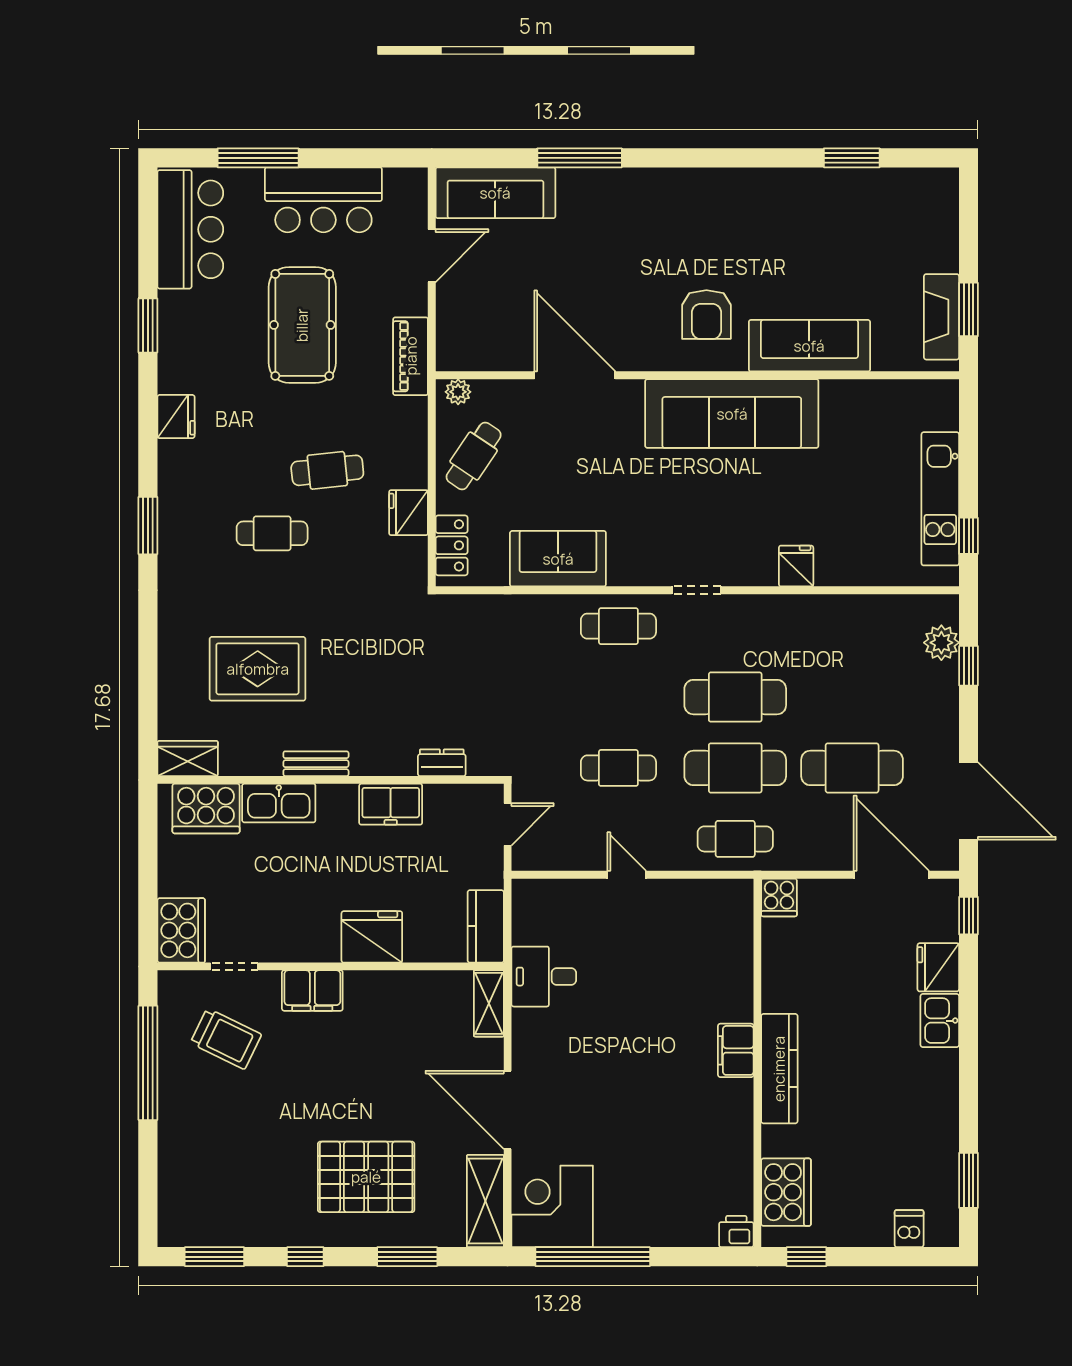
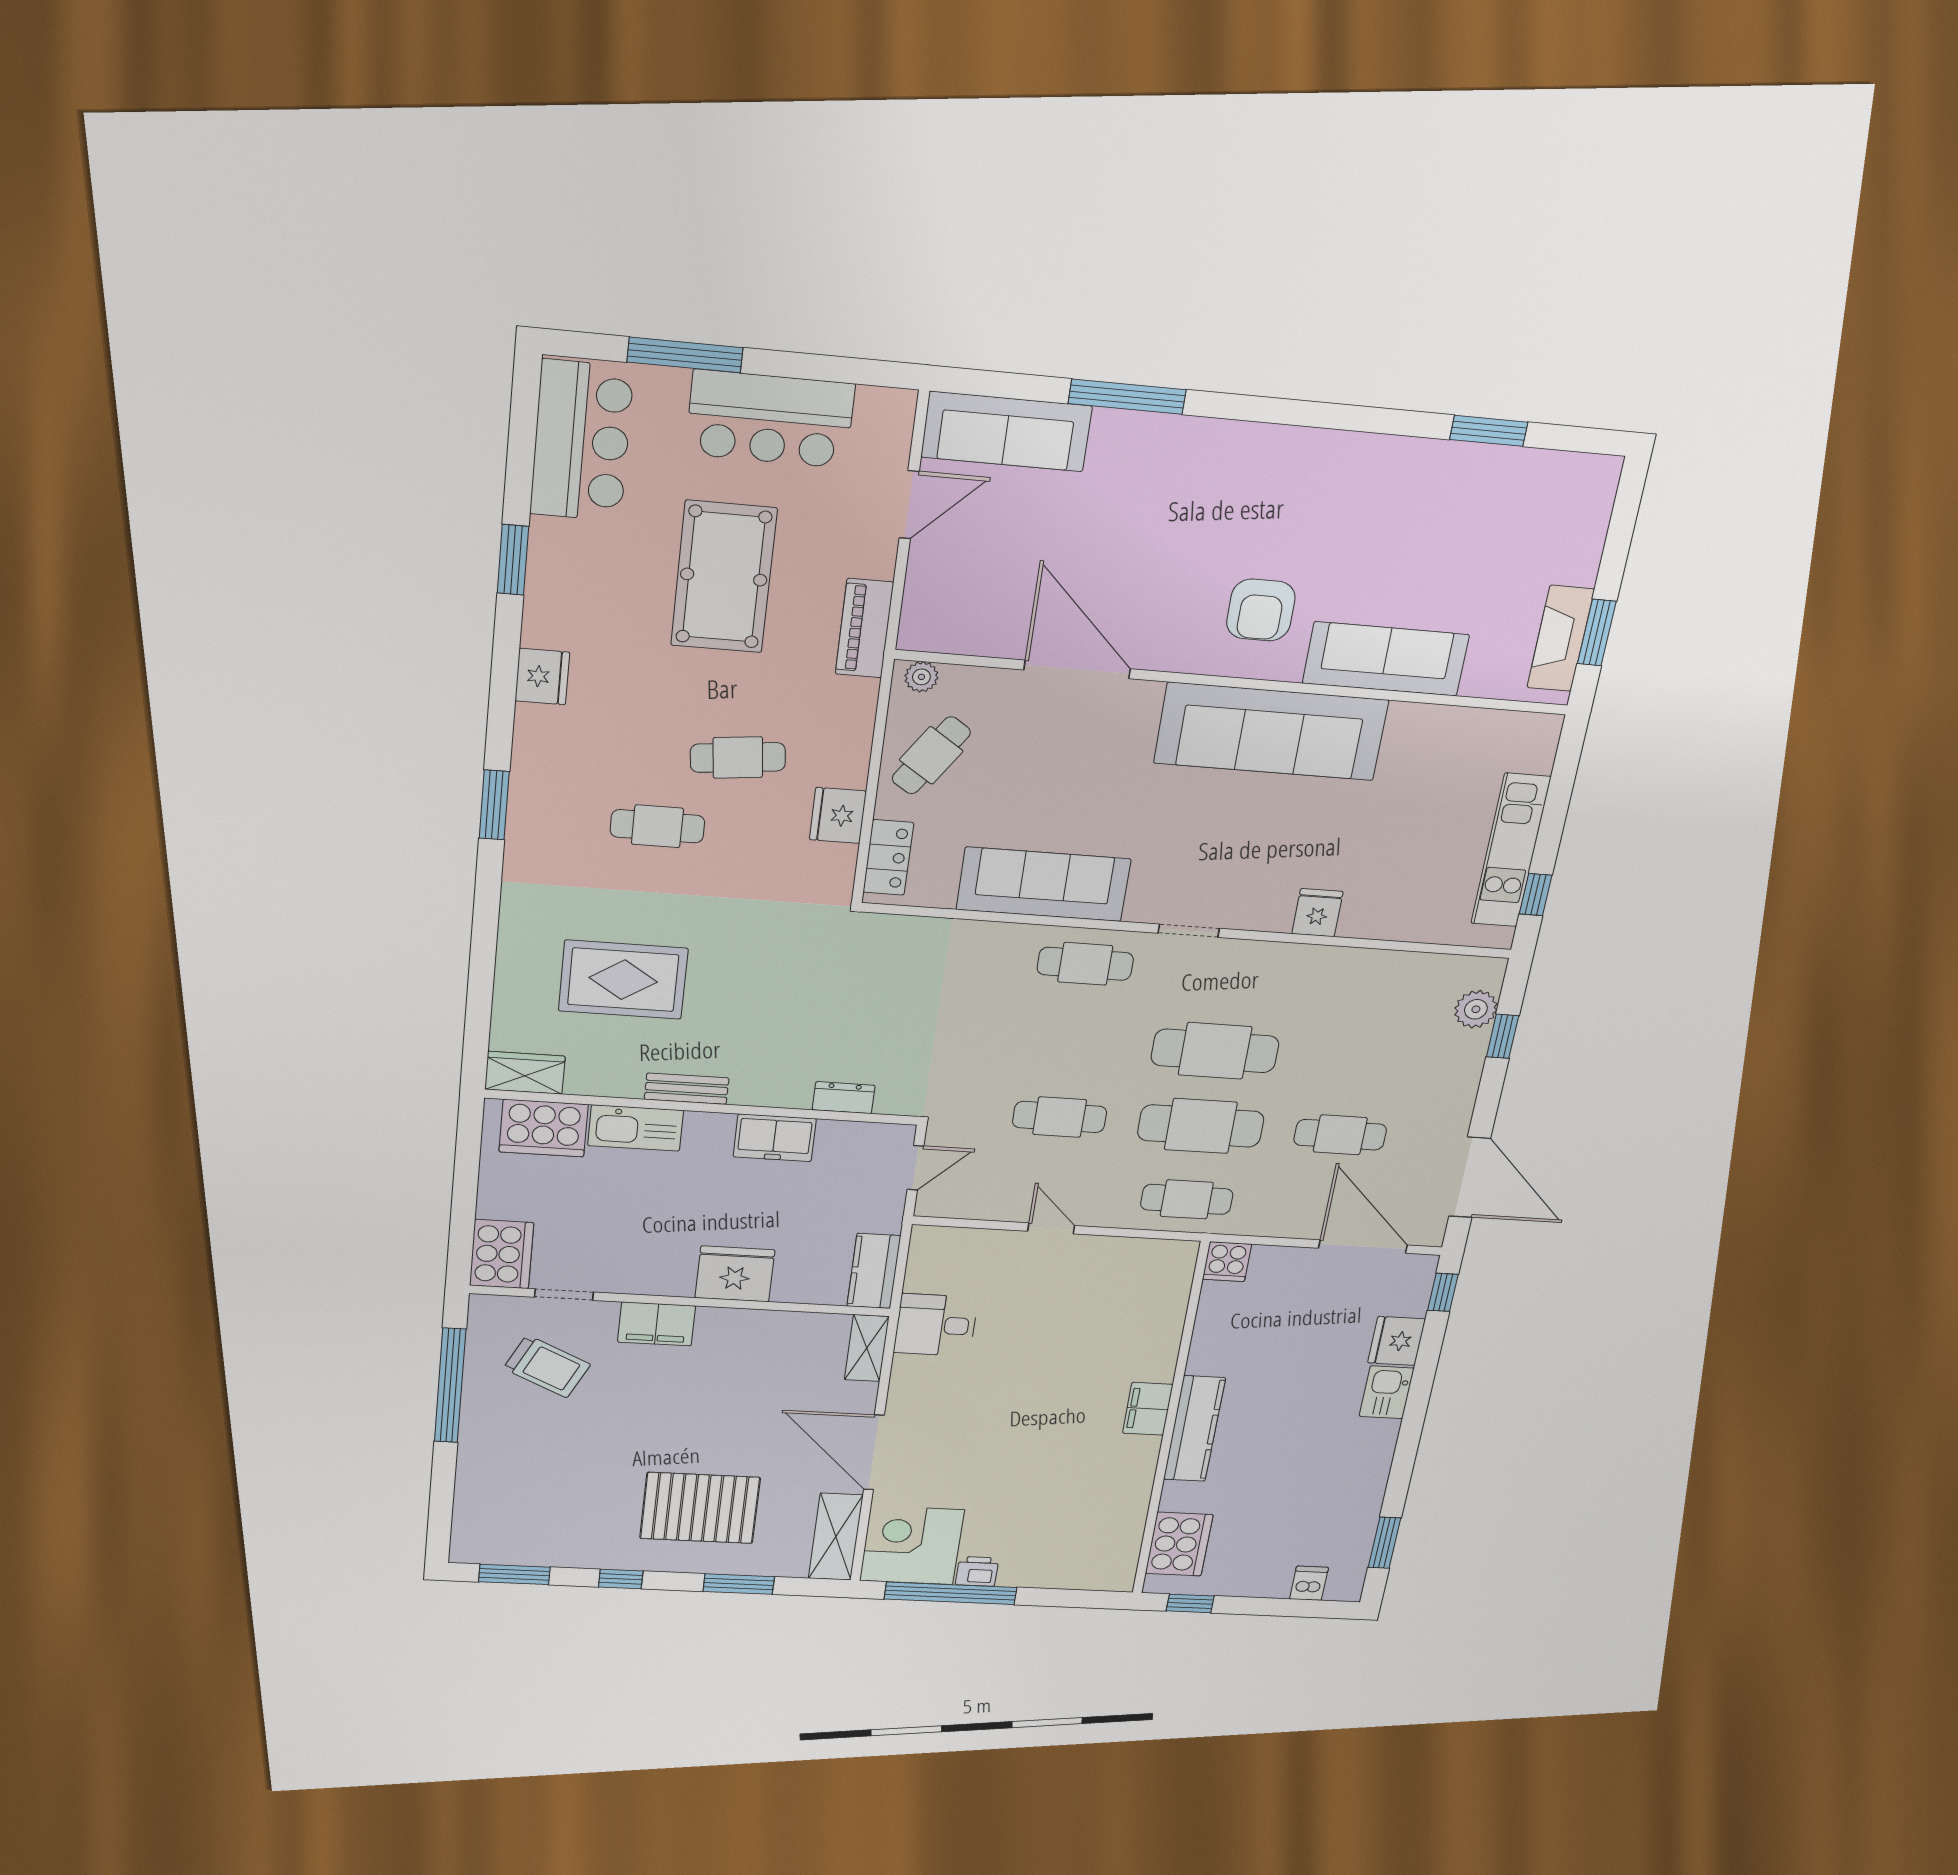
sofa: (558, 559) -> (1044, 884), width x1.36
cafe table: (852, 768) -> (1340, 1135), width x0.73, depth x0.74
printer: (736, 1231) -> (977, 1571), moved

